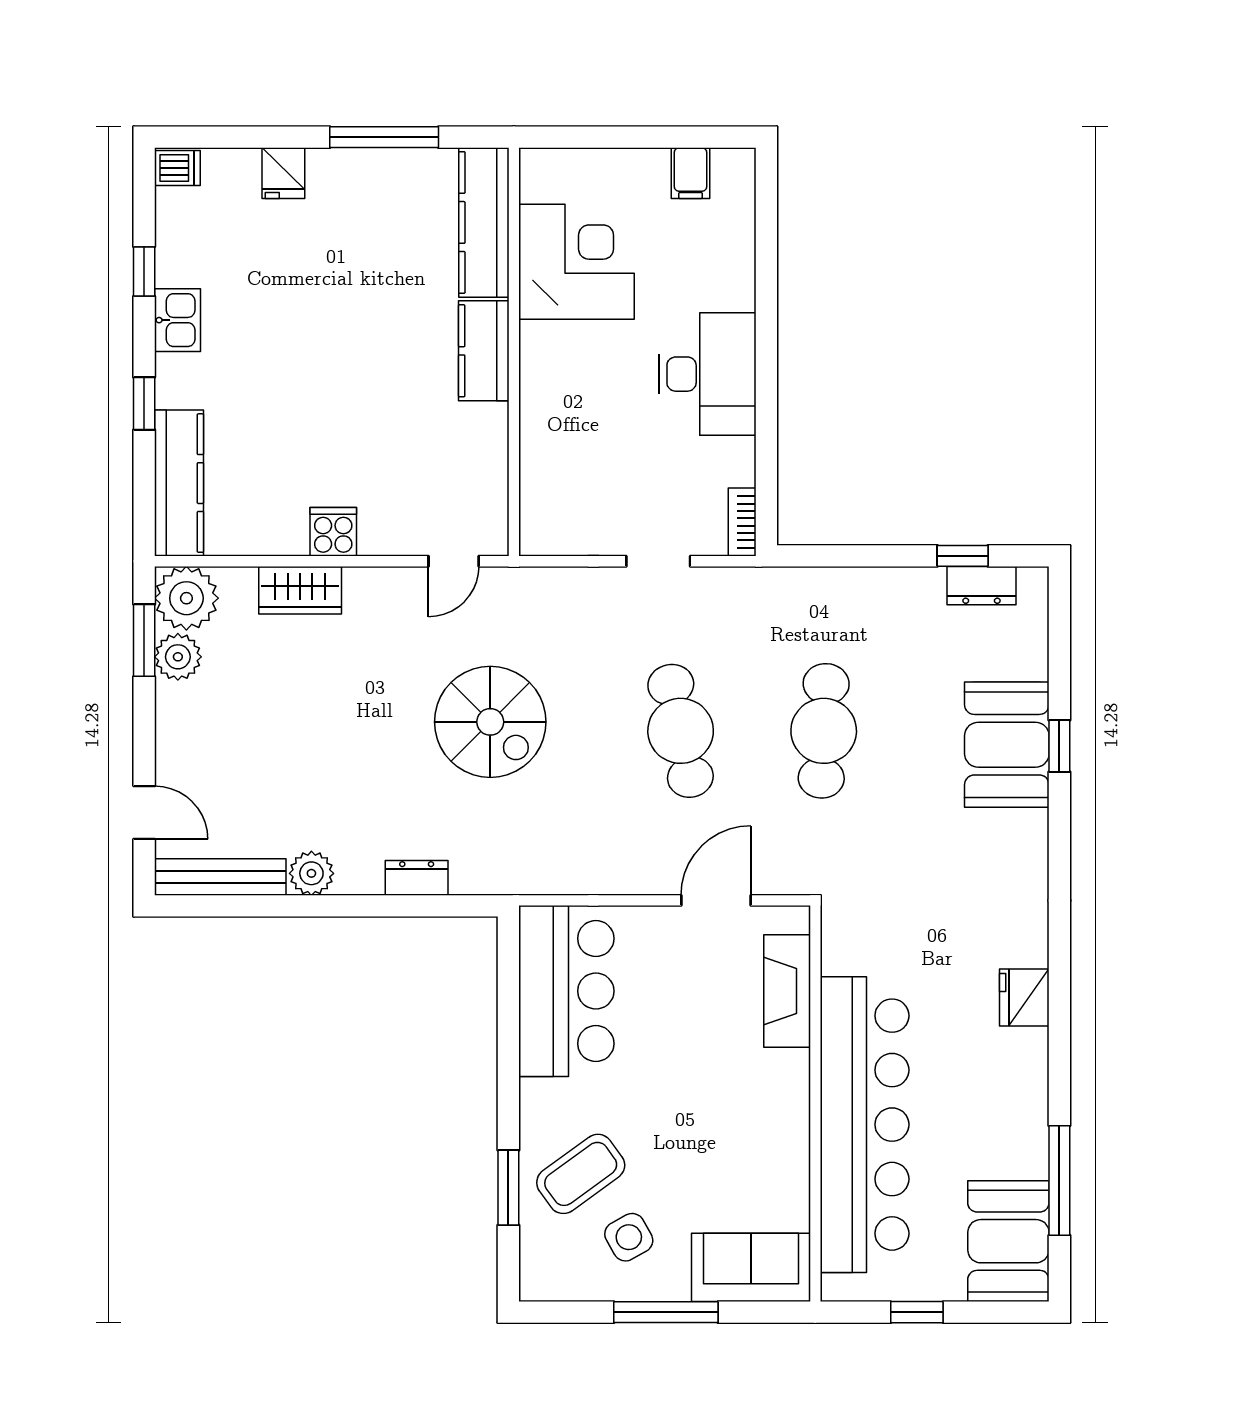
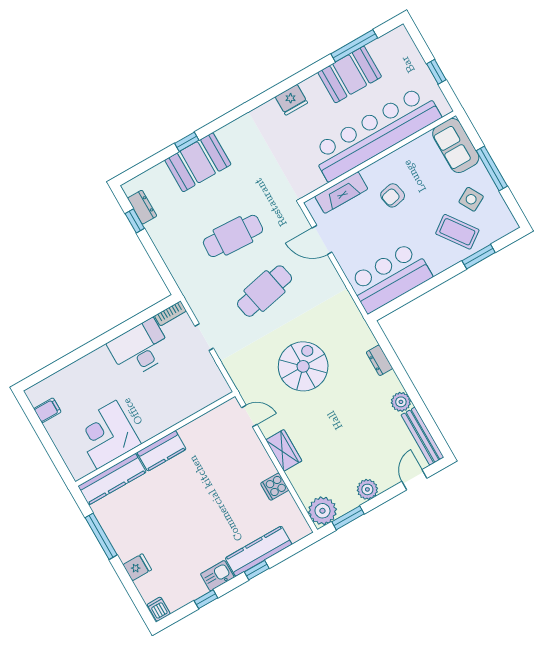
desk: (708, 374) -> (140, 349), moved
kitchen counter: (179, 483) -> (259, 551), moved
cooker: (333, 532) -> (275, 487), moved
wardrobe: (300, 590) -> (284, 450), moved
plant: (178, 657) -> (367, 489), moved
armchair: (724, 1088) -> (393, 195), added
booth: (1008, 1241) -> (350, 75), moved

